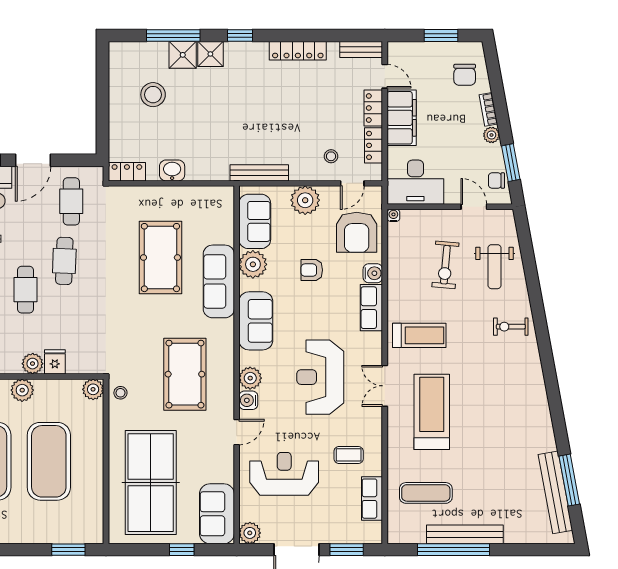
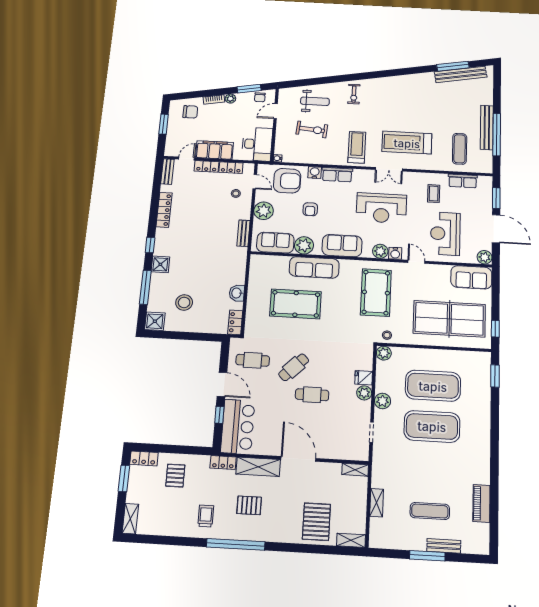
shower: (183, 55) -> (155, 321), moved
bench: (259, 173) -> (243, 233), width x0.73
cafe table: (64, 261) -> (294, 367), turned -47
pool table: (185, 374) -> (376, 293), turned 90
window: (182, 550) -> (495, 329), moved

